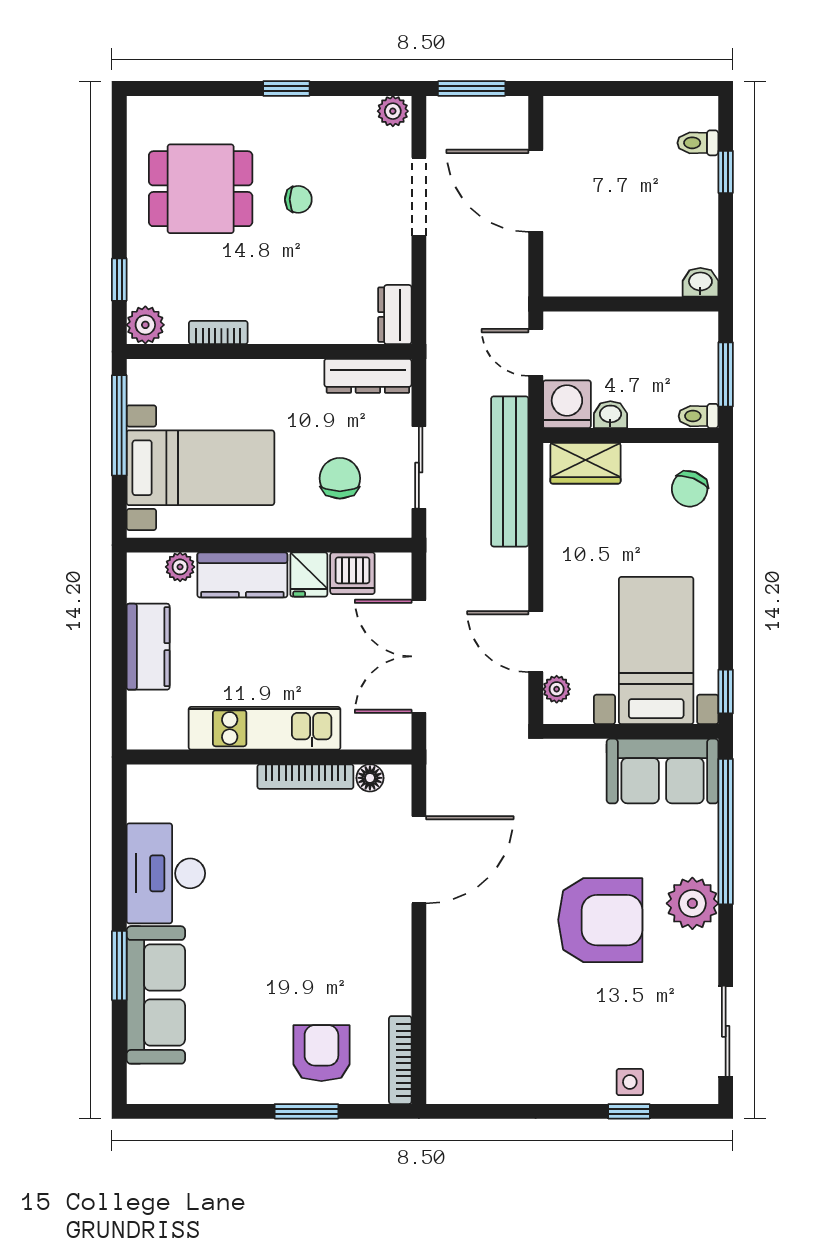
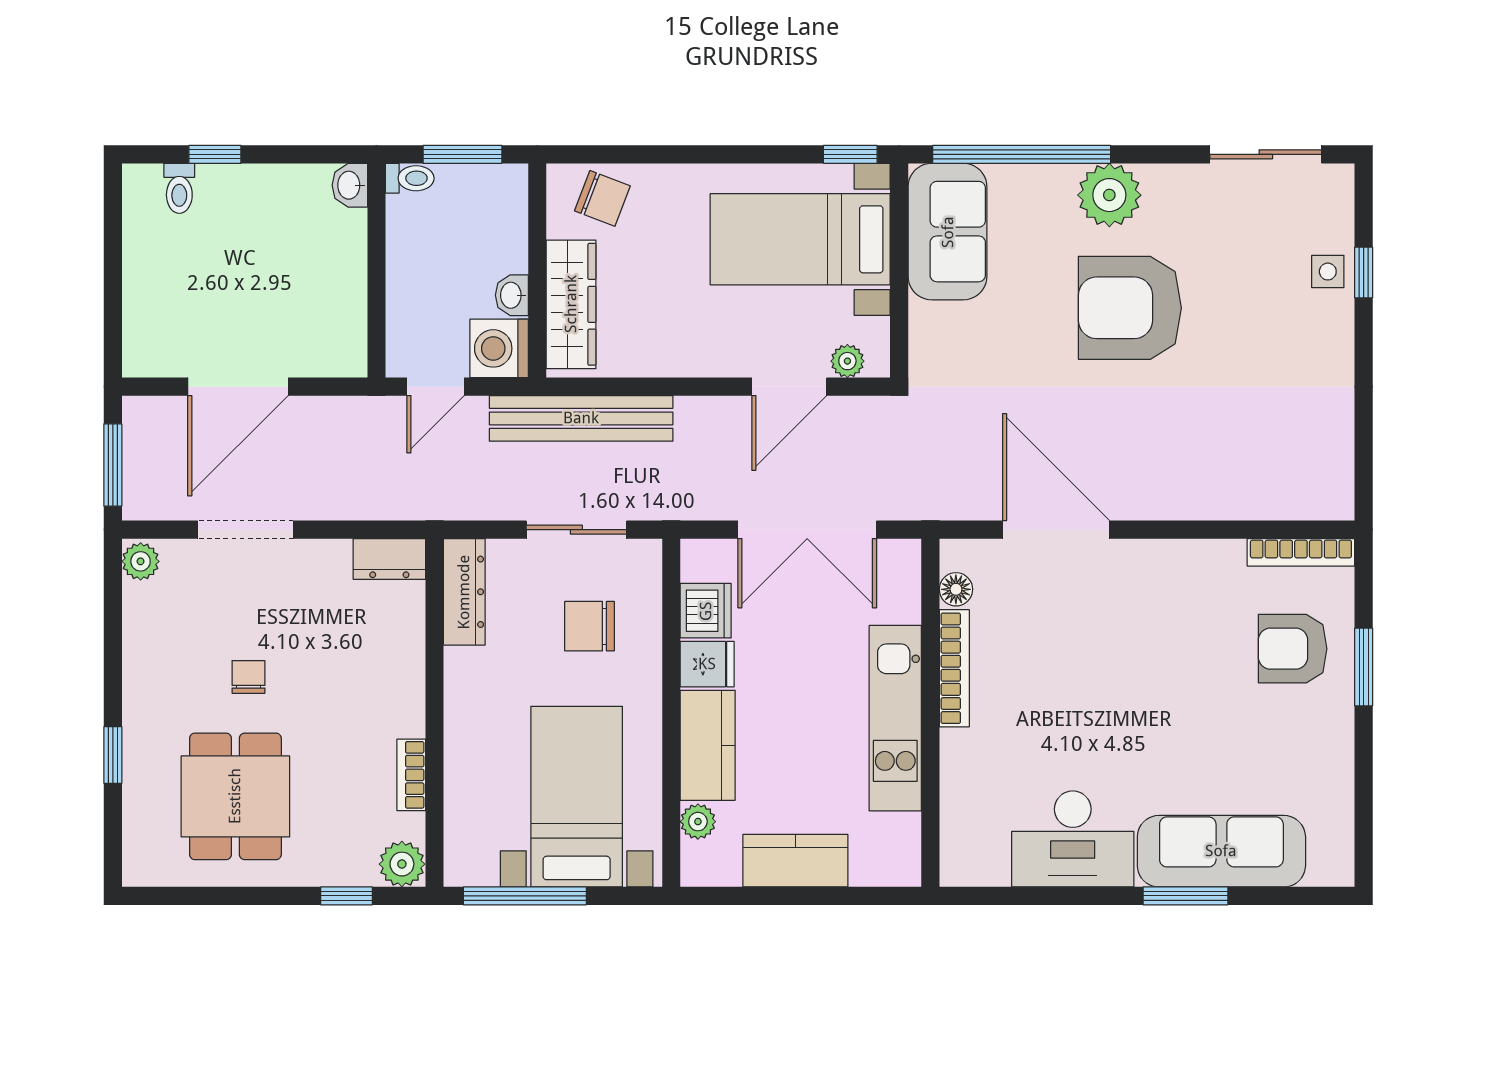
window: (286, 89) -> (113, 755), moved
toilet: (698, 416) -> (410, 178), moved, turned -90
wardrobe: (585, 463) -> (571, 304), width x1.50
armchair: (600, 920) -> (1130, 308), turned -90

